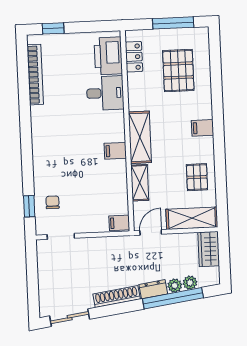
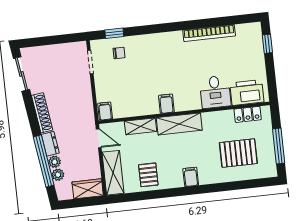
bookcase: (35, 75) -> (209, 33), moved
pallet: (197, 177) -> (148, 175), turned 90

